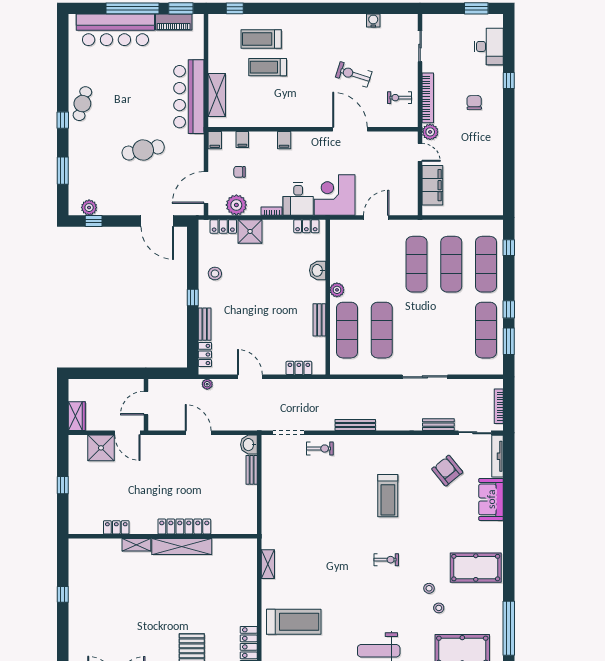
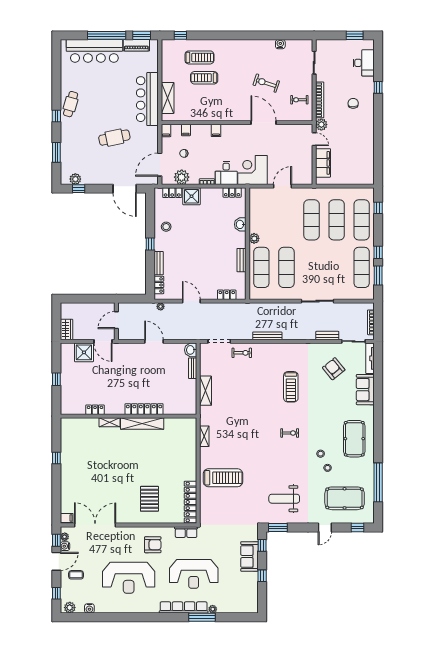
treadmill: (261, 39) -> (199, 57), turned 180
shelving: (269, 501) -> (205, 391), added
pool table: (476, 568) -> (354, 439), turned 90

